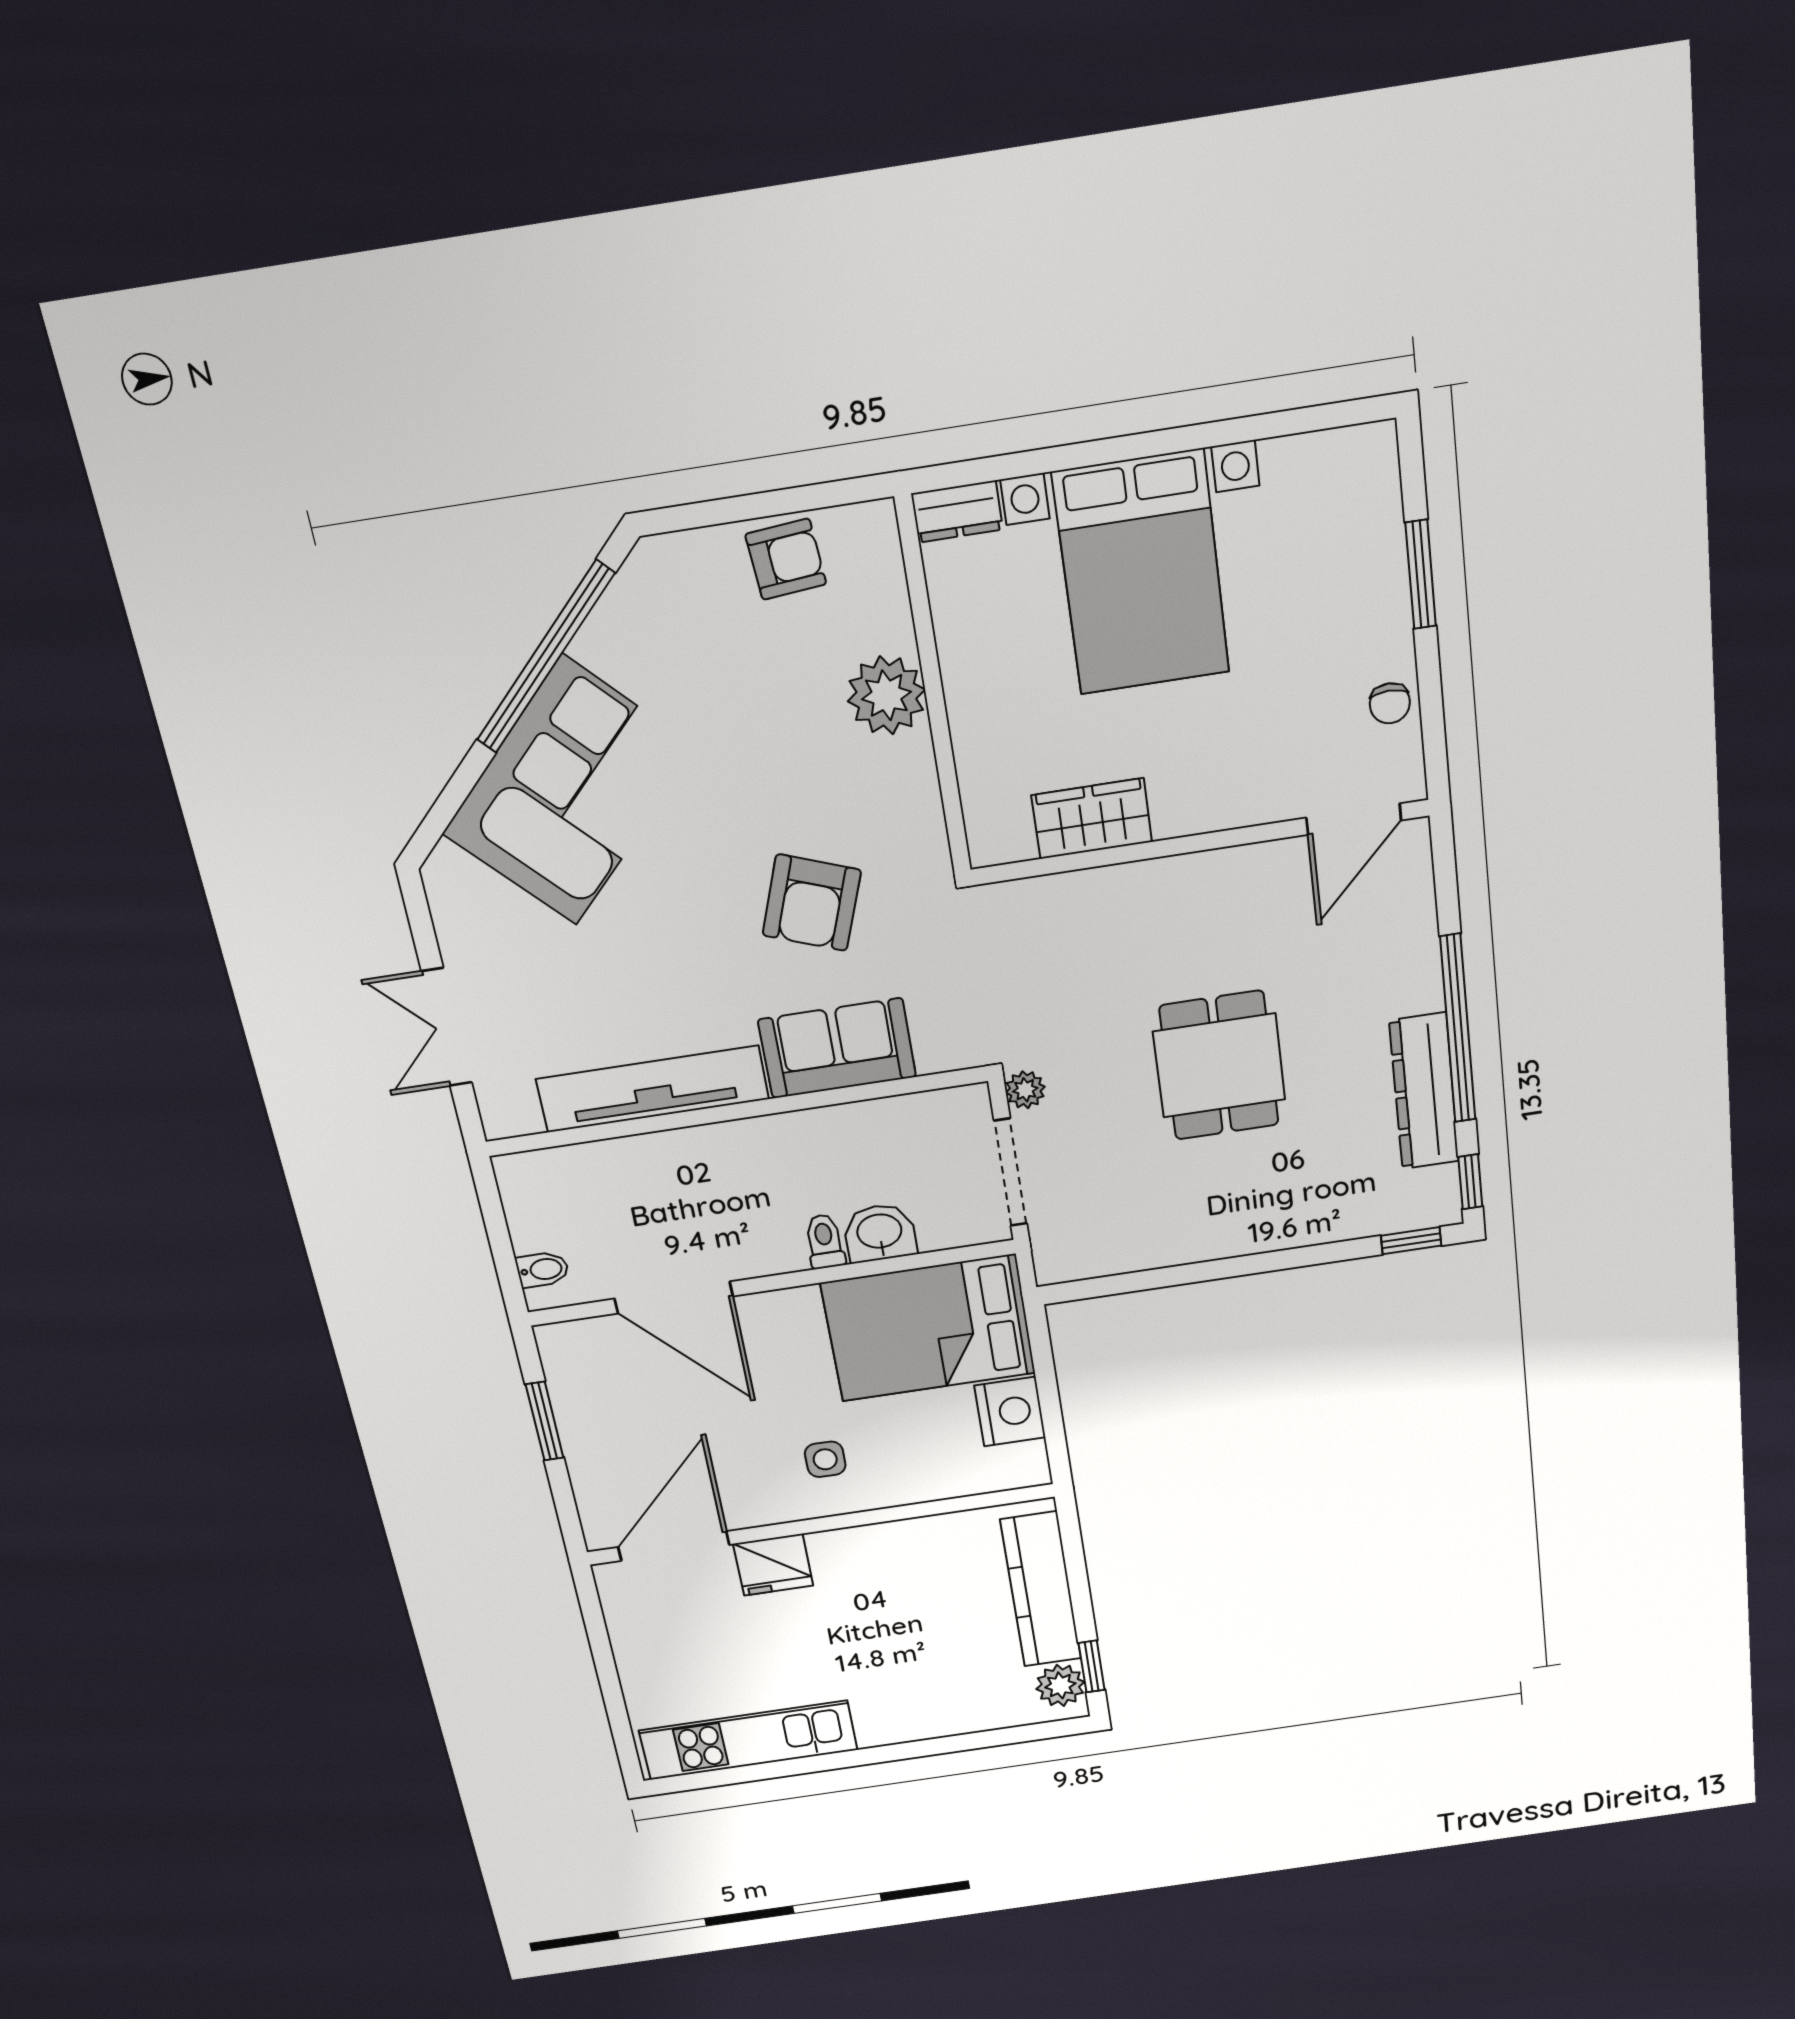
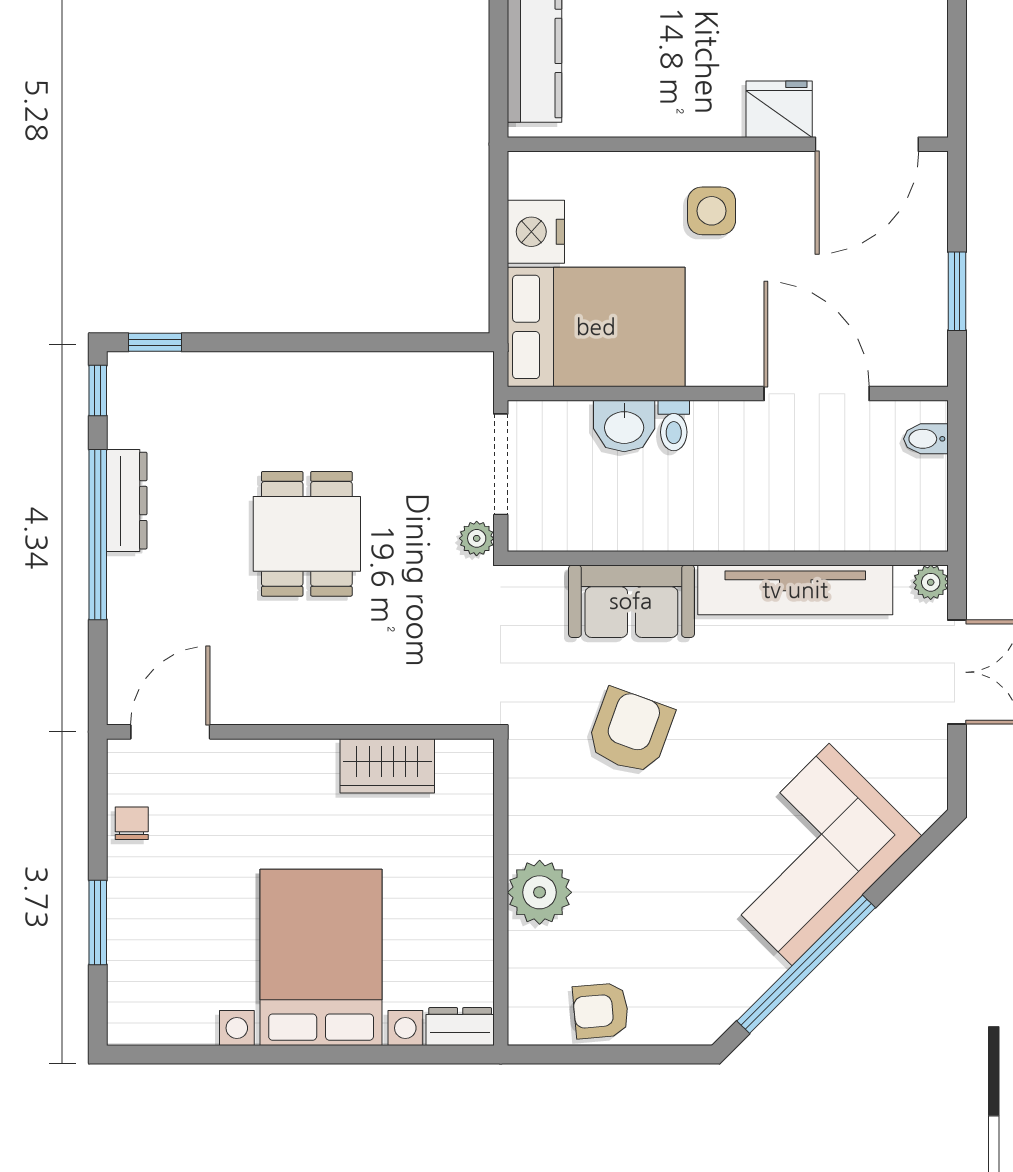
dresser: (1424, 1091) -> (127, 501), width x0.73, depth x0.80
plant: (501, 1120) -> (931, 582), added
side table: (825, 1459) -> (712, 211), width x1.37, depth x1.37

